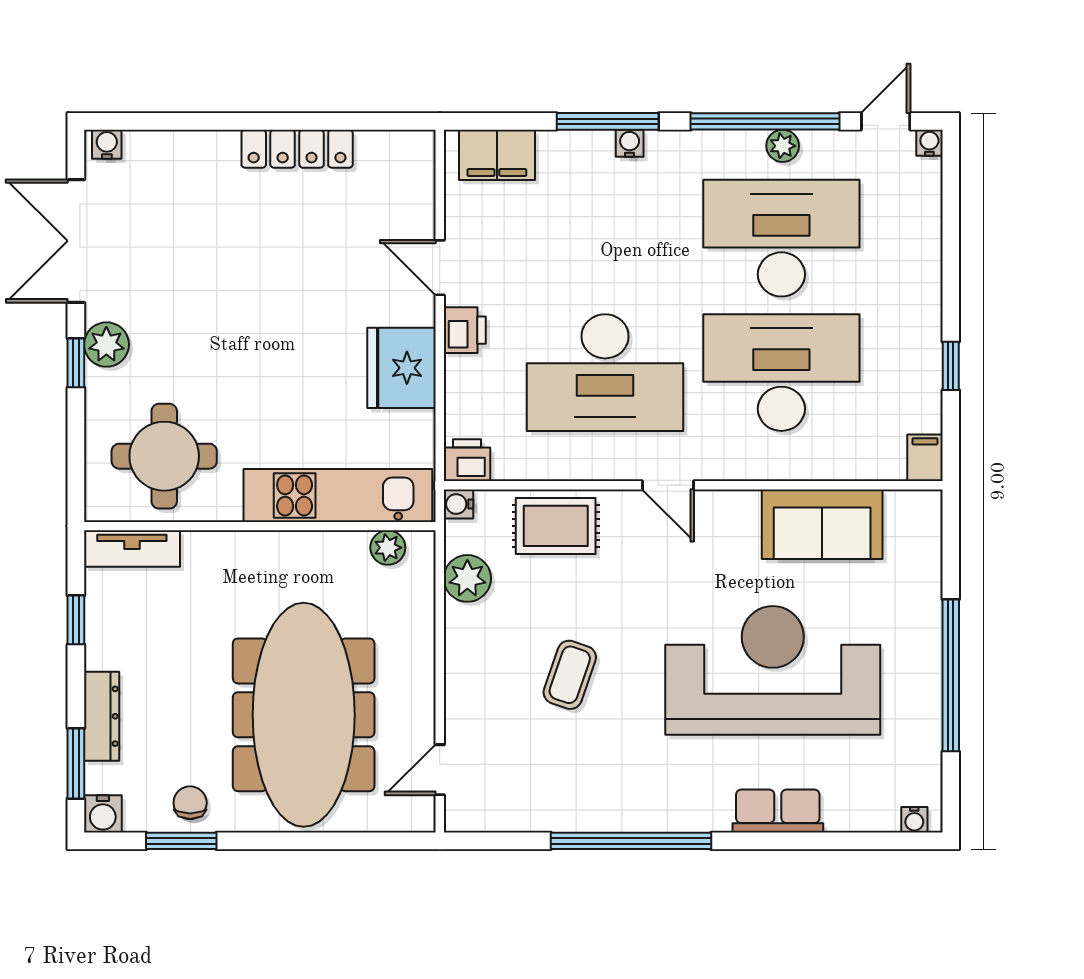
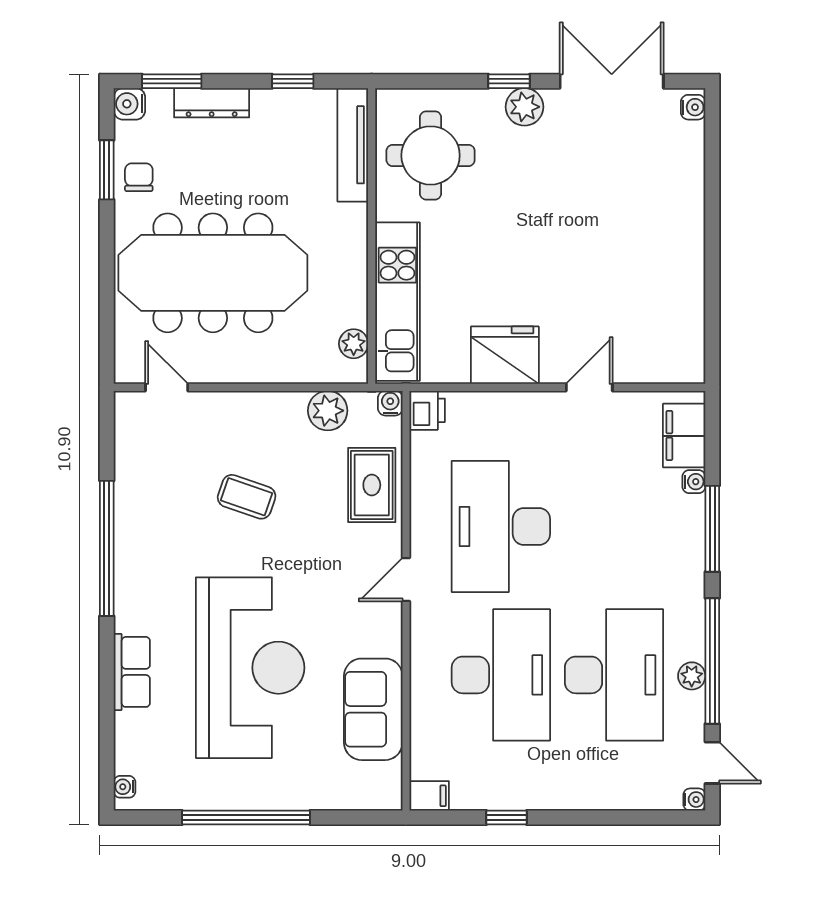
water cooler: (630, 143) -> (694, 482), moved
locker: (297, 149) -> (689, 267), removed
printer: (465, 330) -> (537, 408), removed
tv unit: (132, 548) -> (353, 145), width x1.41
chair: (190, 803) -> (139, 177), turned -90

